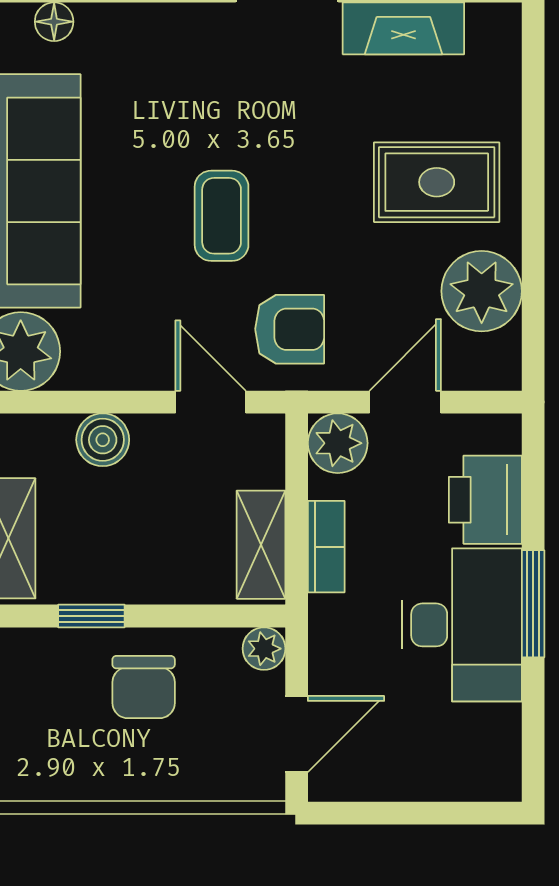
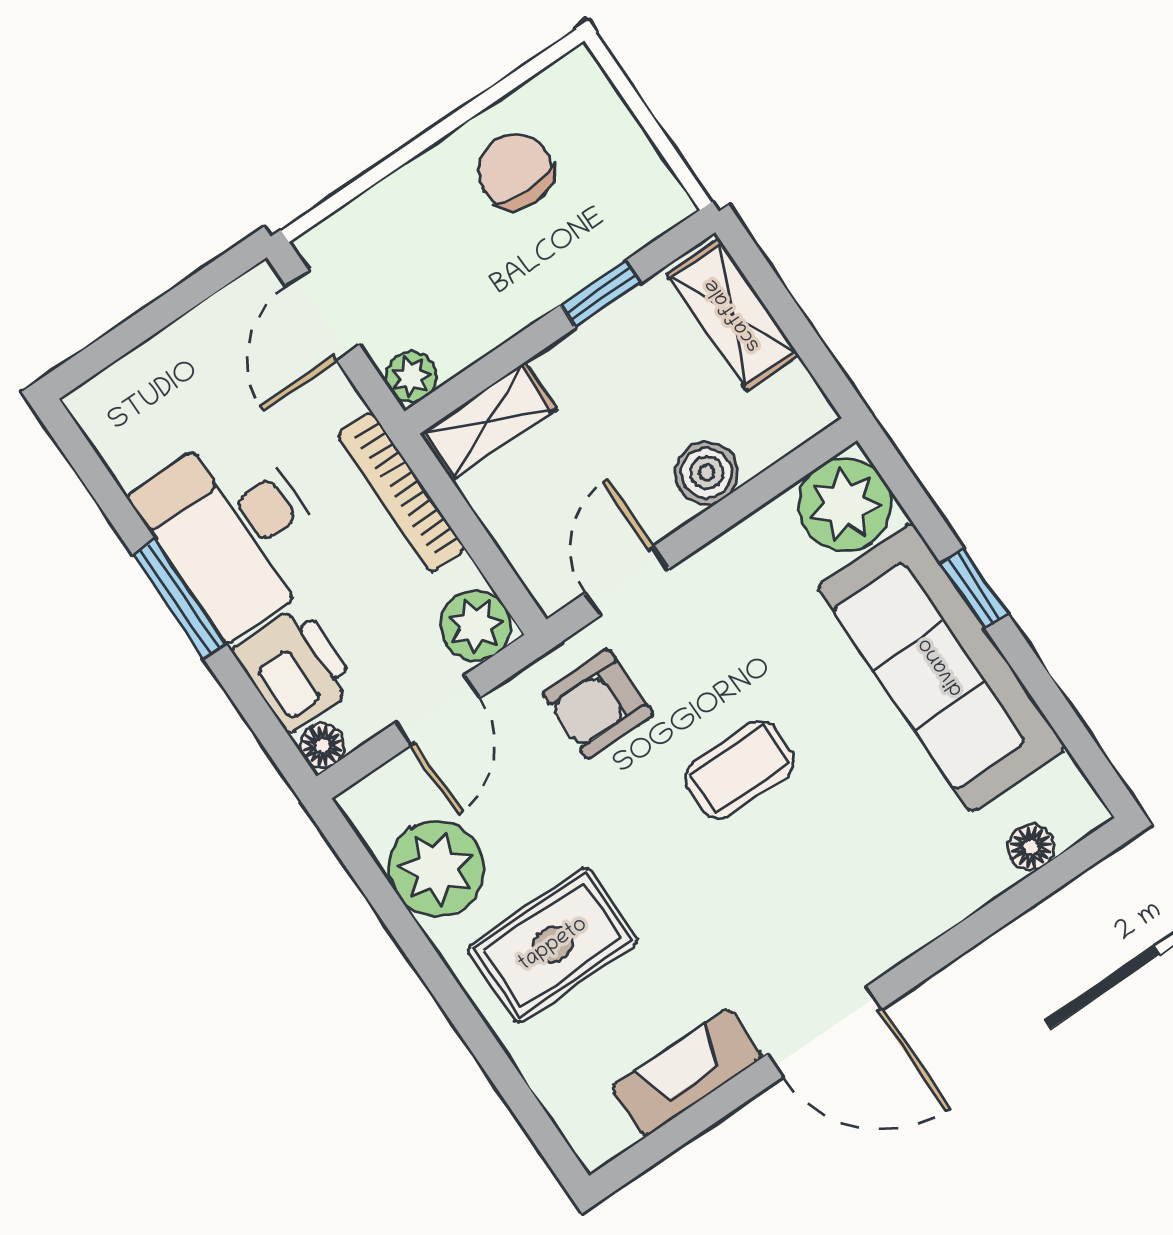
coffee table: (222, 216) -> (739, 770), turned 90
door: (211, 402) -> (627, 581), swing flipped
floor lamp: (503, 432) -> (322, 746), added
shelving: (261, 545) -> (488, 421), moved, turned 90
bookcase: (326, 547) -> (401, 492), width x1.56
chair: (144, 687) -> (516, 171), moved

